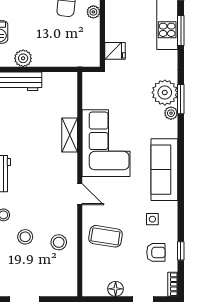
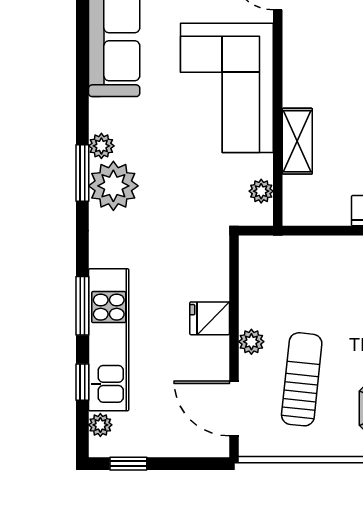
fridge: (115, 51) -> (210, 318), moved
plant: (88, 90) -> (261, 191), added
shelving: (70, 135) -> (297, 141), moved

